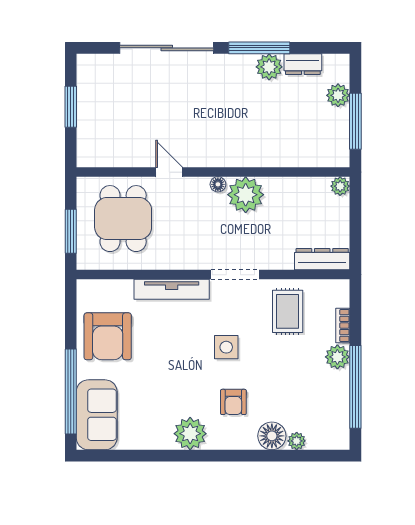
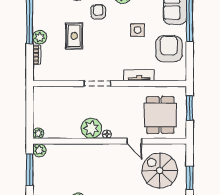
plant: (338, 95) -> (39, 150), moved
spiral stairs: (124, 120) -> (160, 171), added
dresser: (322, 259) -> (48, 92), removed
tv unit: (172, 289) -> (139, 75), width x0.71
rug: (288, 311) -> (74, 36), moved
side table: (226, 347) -> (137, 30), moved

